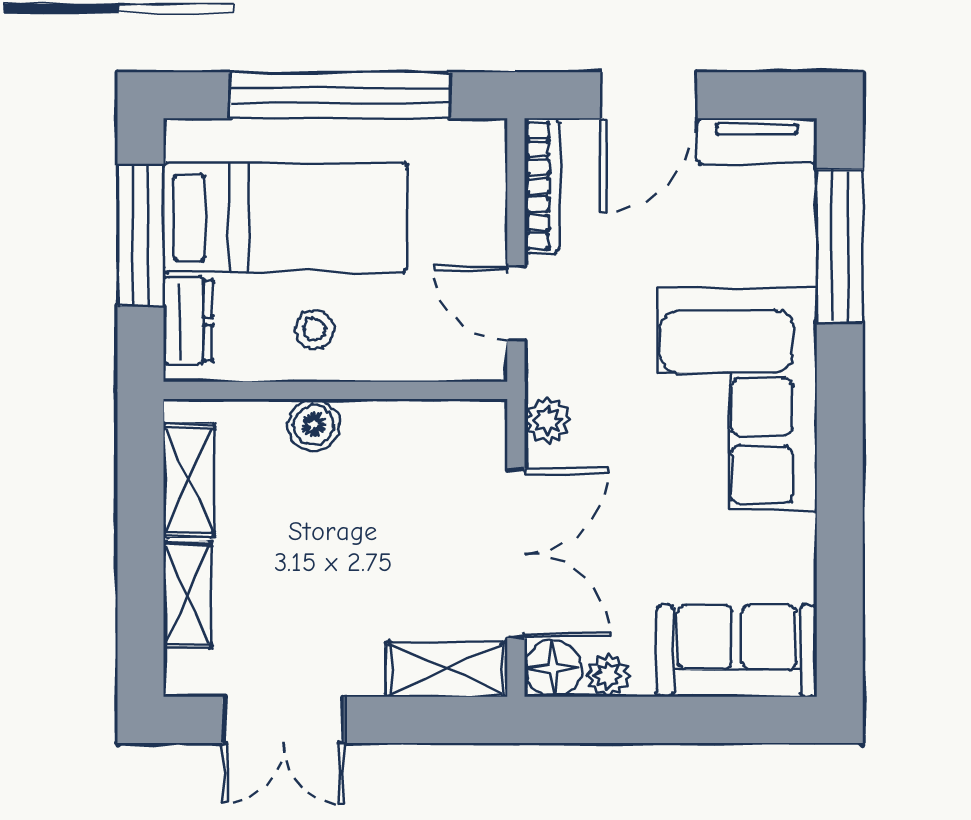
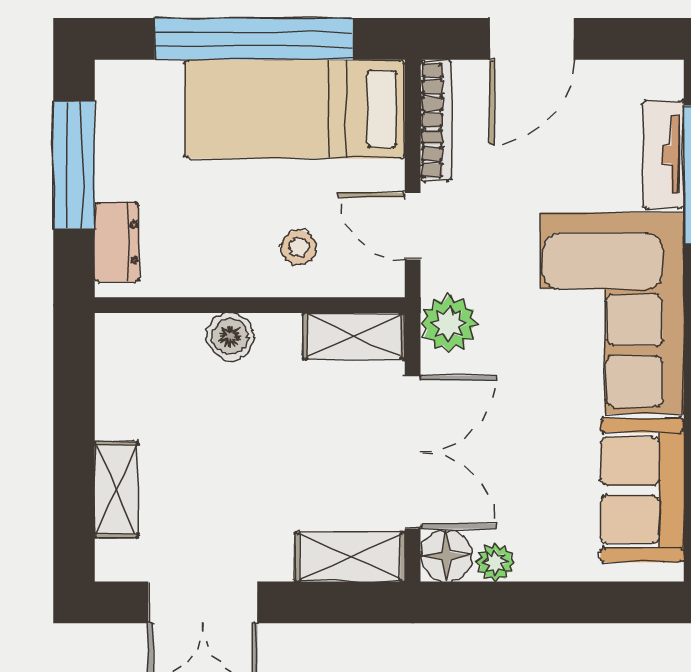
tv unit: (757, 141) -> (663, 154), moved, turned 90
bed: (285, 218) -> (295, 109), moved, turned 180
stool: (314, 329) -> (299, 248), moved
plant: (548, 420) -> (449, 324), width x1.38, depth x1.38
shelving: (189, 480) -> (354, 336), moved, turned 90
sofa: (737, 651) -> (642, 490), moved, turned -90

